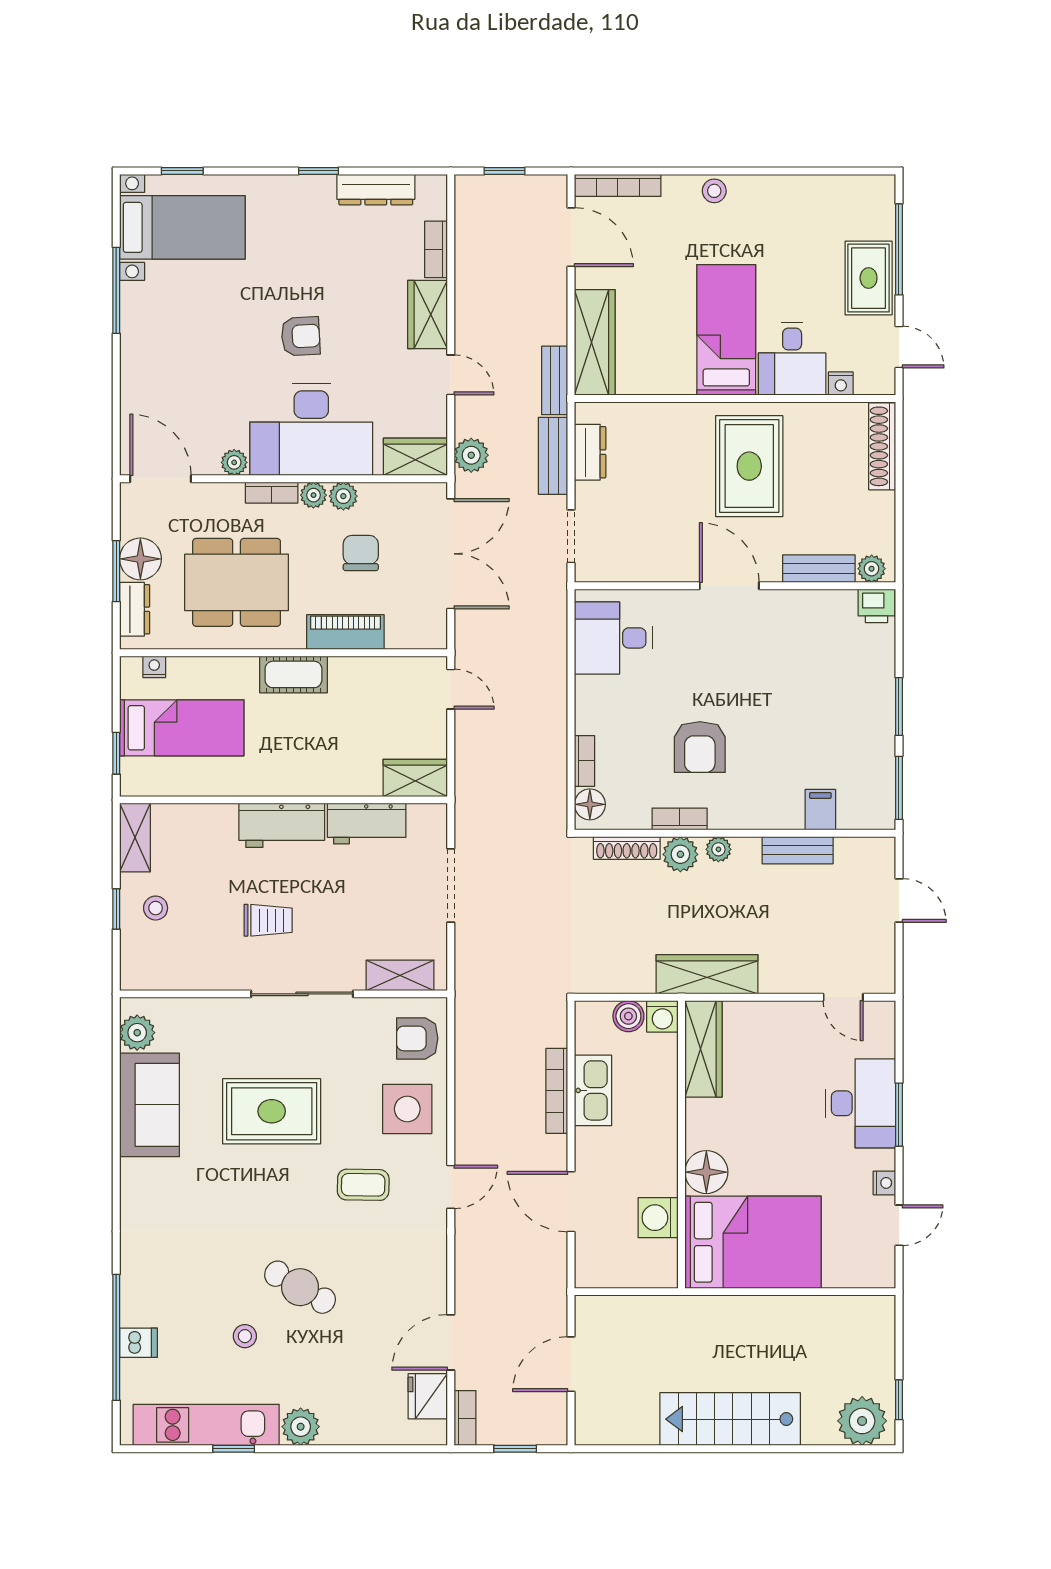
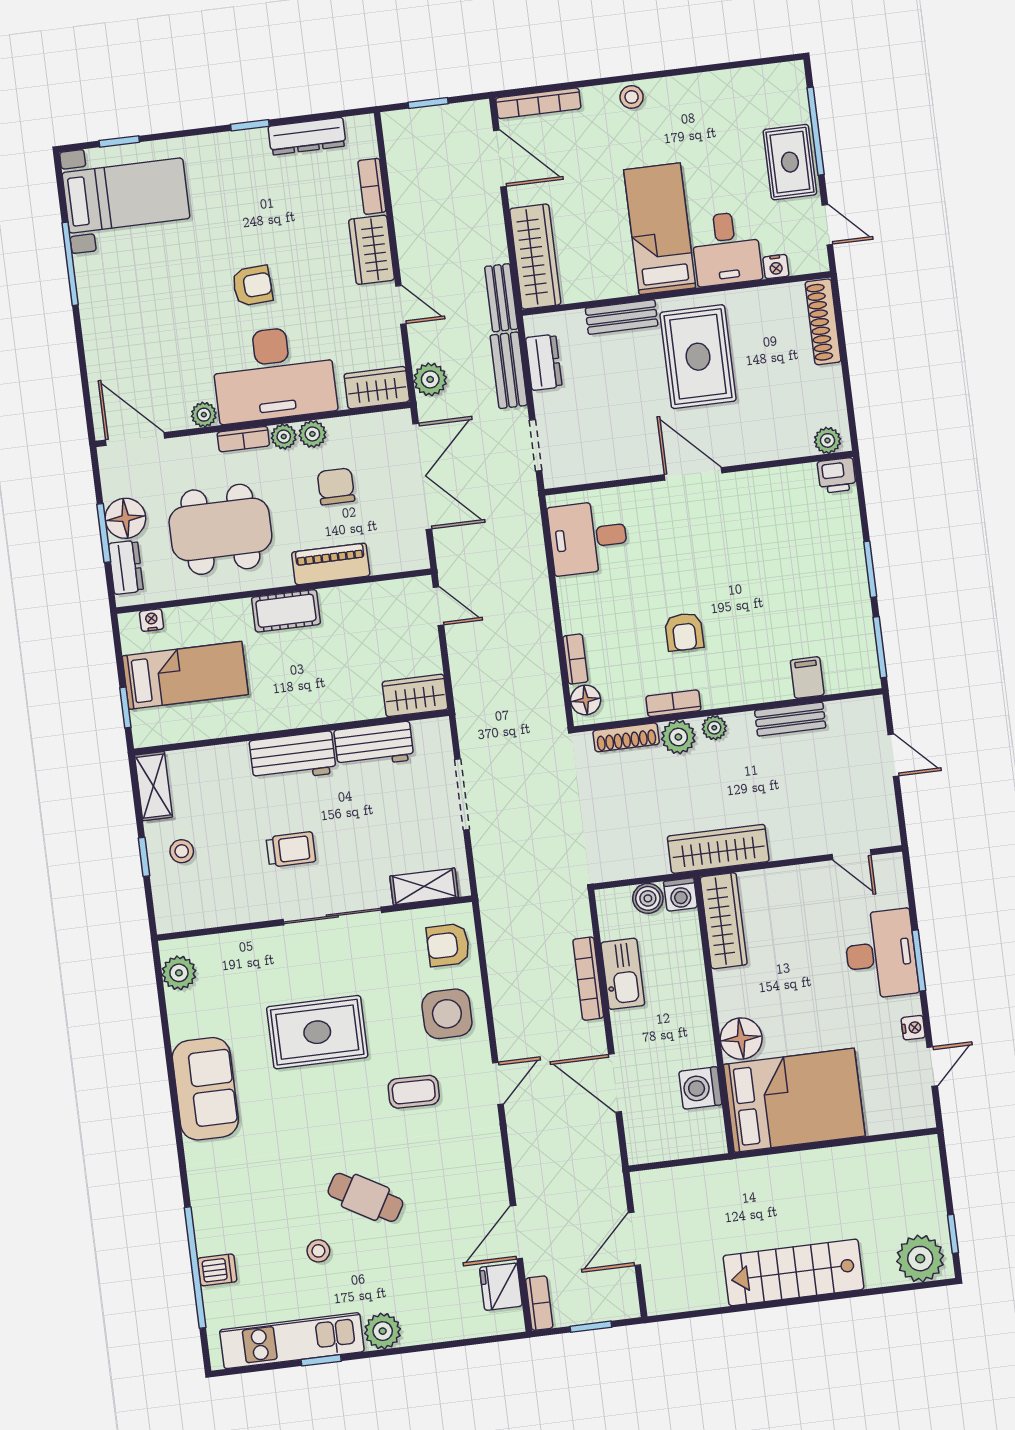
bench: (819, 569) -> (622, 317), moved
armchair: (700, 747) -> (684, 632), width x0.72, depth x0.72
sofa: (149, 1105) -> (205, 1089), moved

